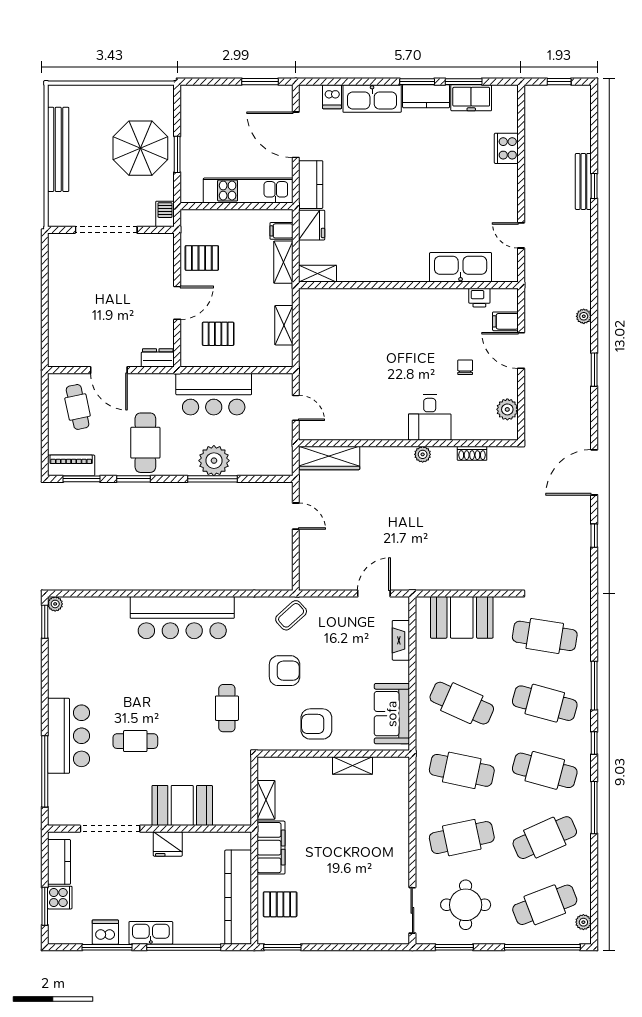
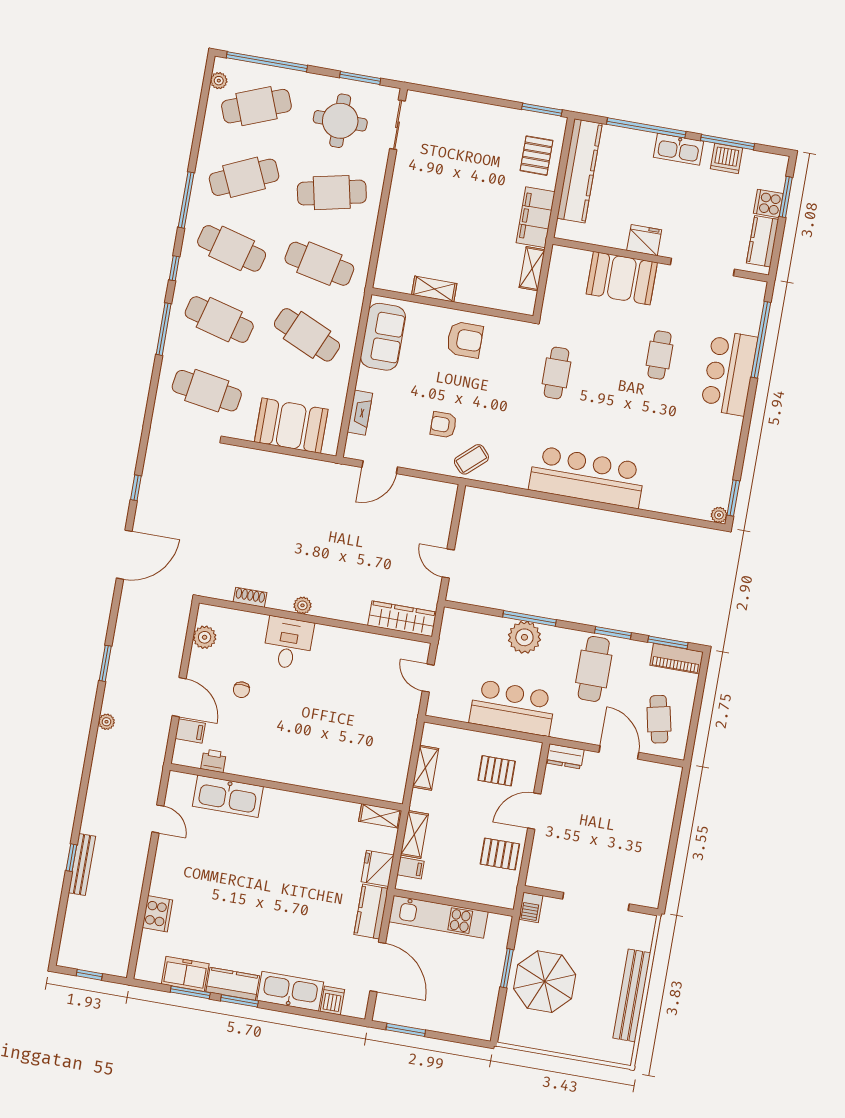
armchair: (285, 671) -> (443, 425), moved, width x0.72, depth x0.72
cafe table: (135, 741) -> (660, 355), turned 90
pallet: (280, 904) -> (536, 156), turned 90

